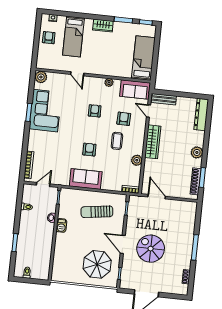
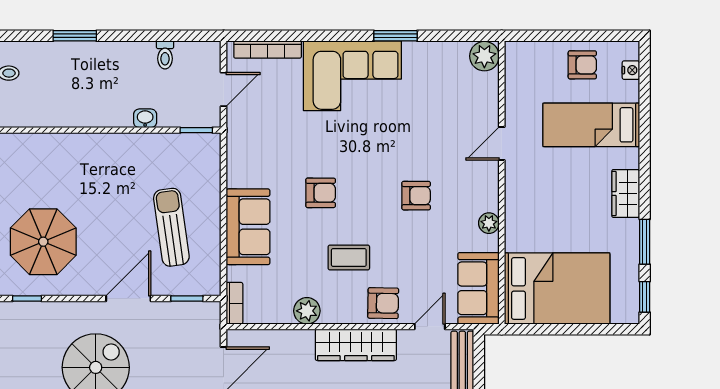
bed: (143, 58) -> (557, 288), width x1.50
corner sofa: (45, 111) -> (352, 76), moved
armchair: (124, 119) -> (383, 303), moved
sofa: (86, 179) -> (248, 227), moved
door: (43, 185) -> (224, 89), hinge flipped
barbecue: (61, 225) -> (129, 144), removed
door: (123, 244) -> (128, 299), moved

